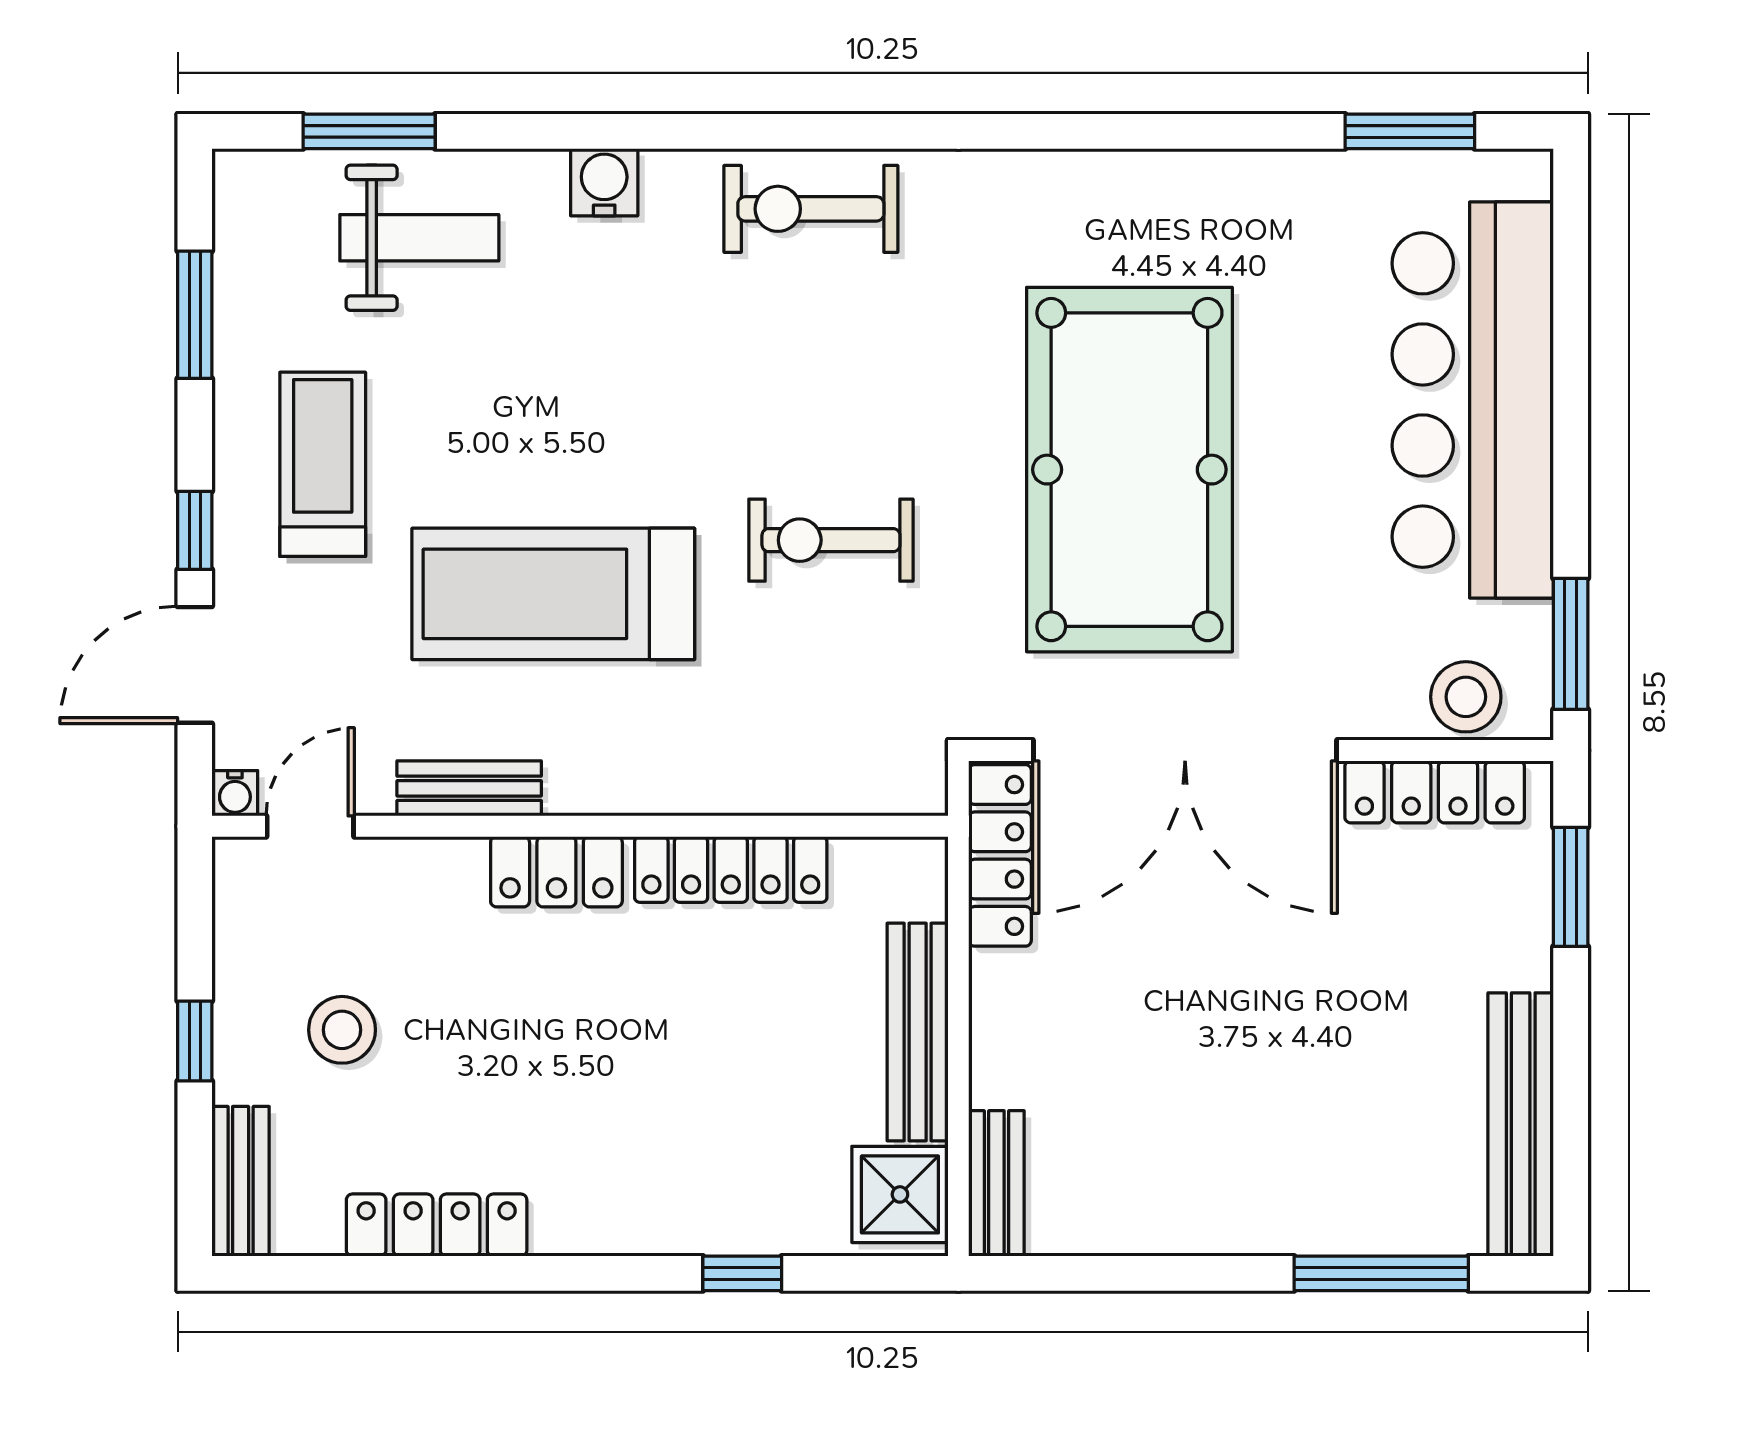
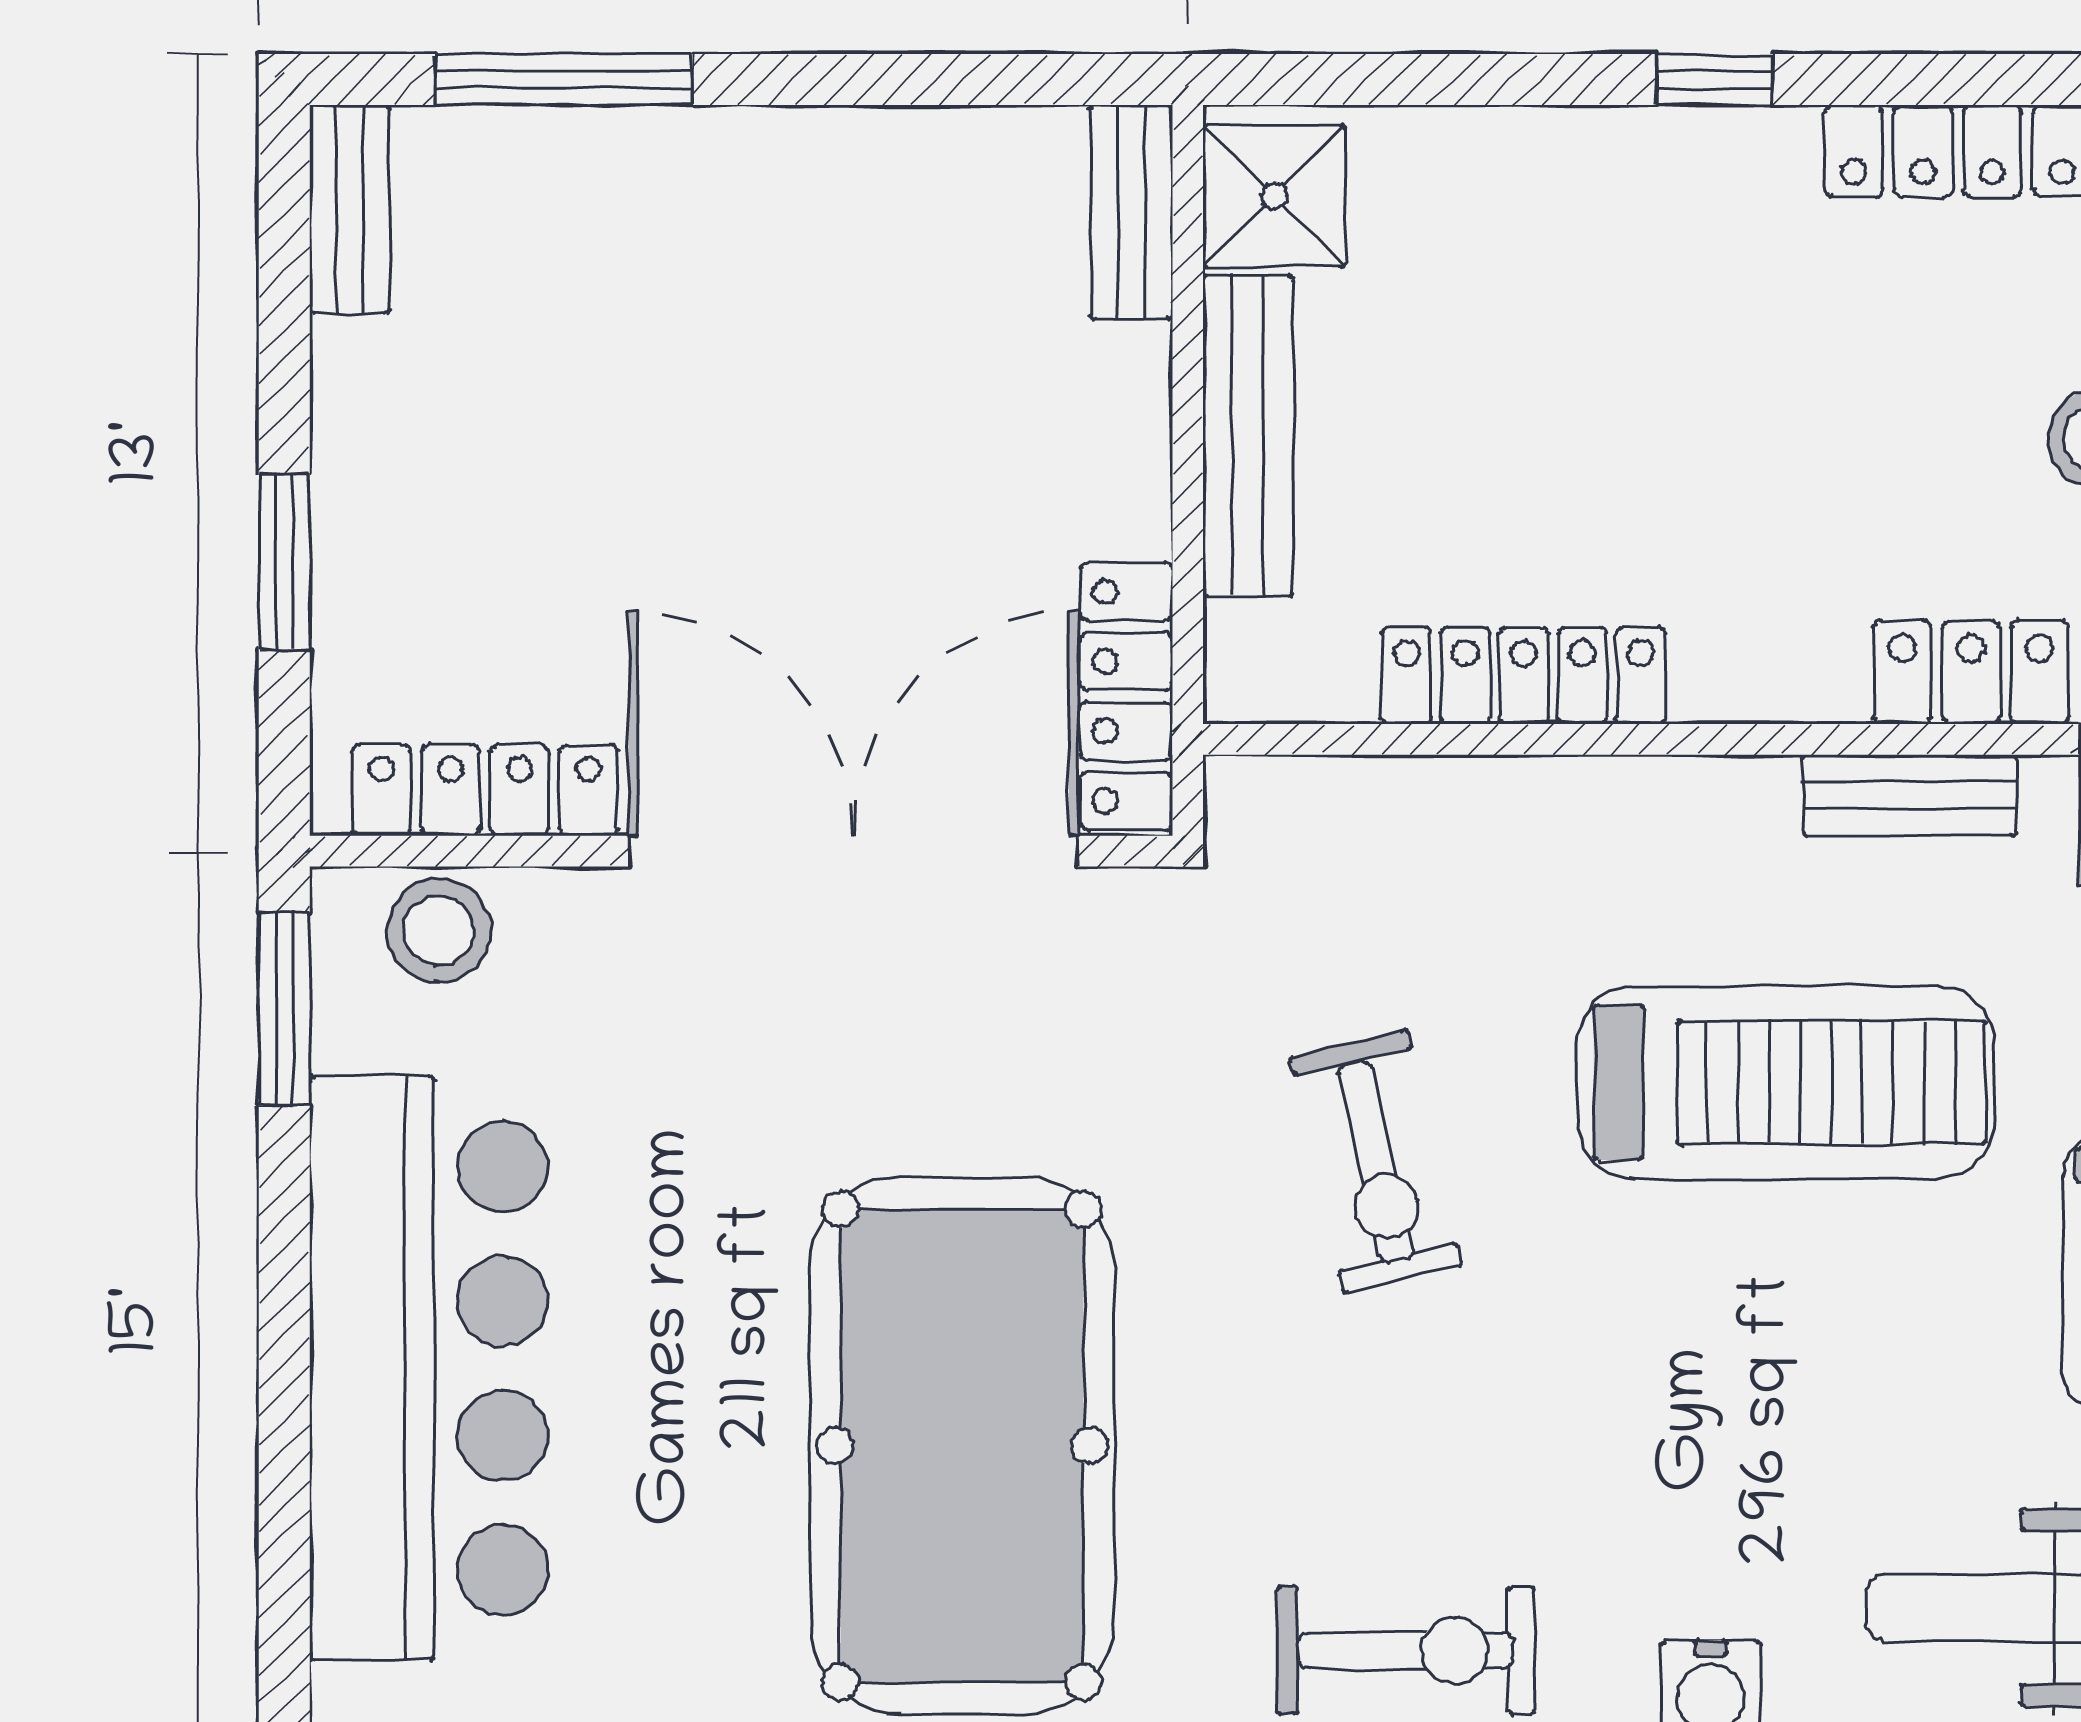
pool table: (1129, 470) -> (962, 1446), moved
exercise bike: (831, 540) -> (1376, 1162), turned 77
locker: (556, 872) -> (1971, 672), moved
window: (1571, 887) -> (284, 562), moved
bench: (1521, 1124) -> (349, 209), width x0.54, depth x0.82
window: (742, 1273) -> (1715, 80), moved

